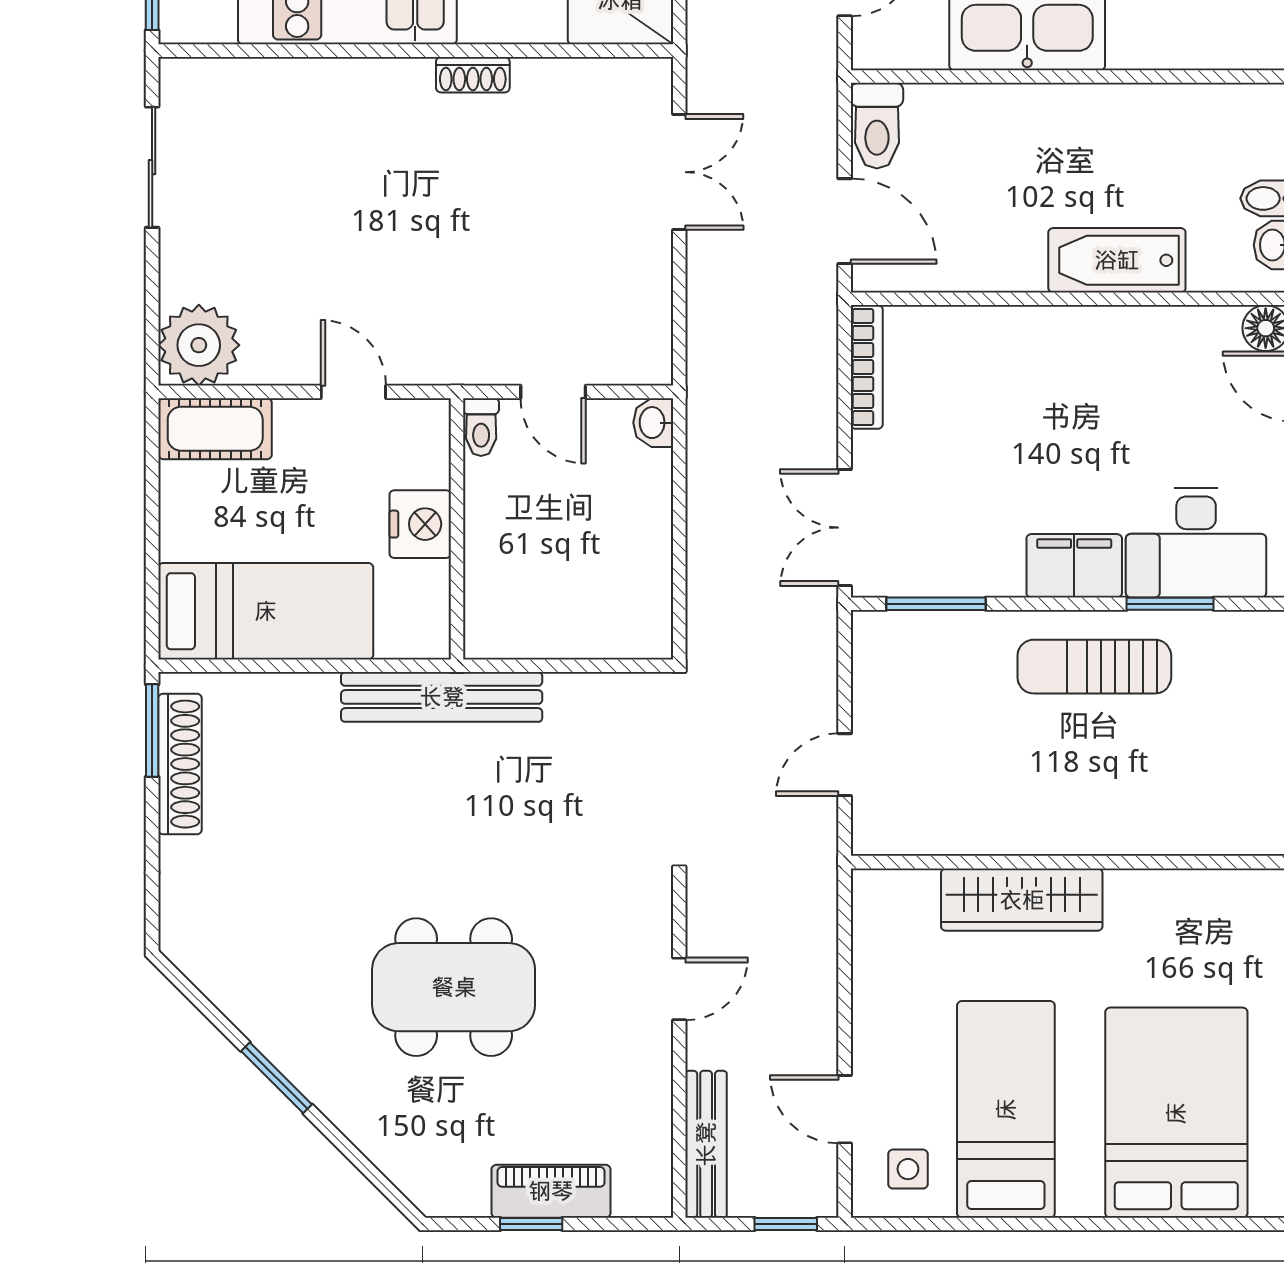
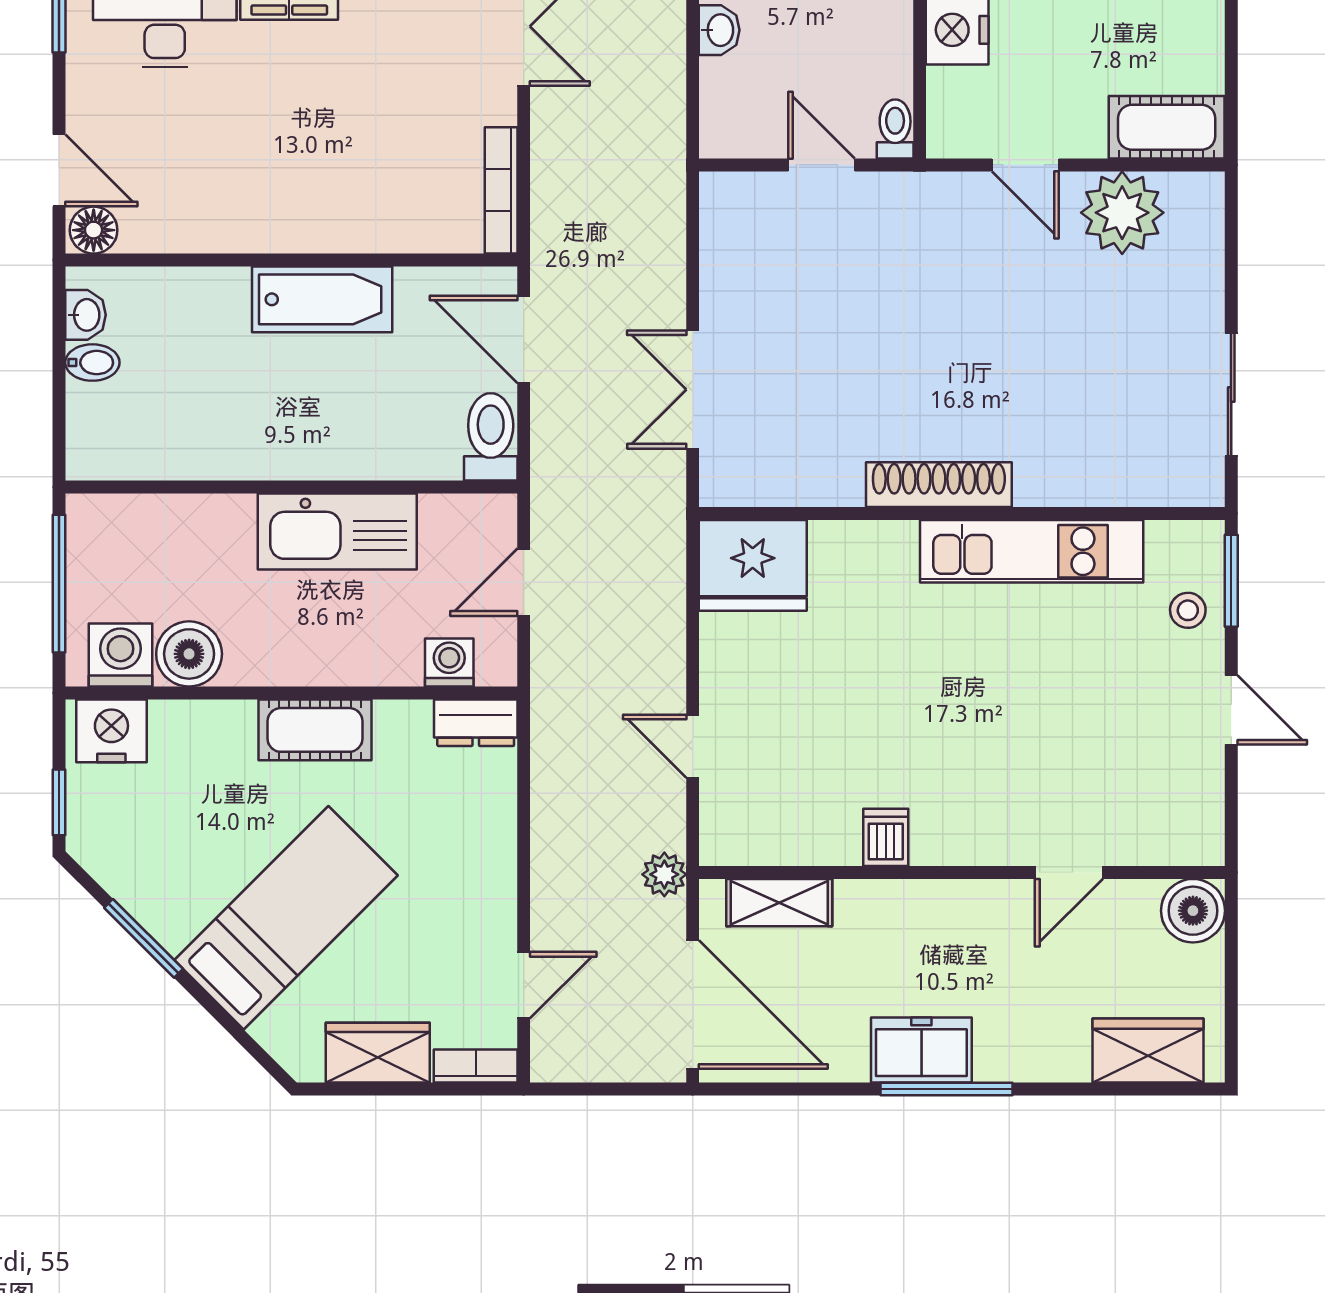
shoe rack: (473, 75) -> (939, 485), width x1.94, depth x1.24
bathtub: (1117, 260) -> (322, 299), moved
plant: (199, 345) -> (1122, 213), moved
washbasin: (653, 423) -> (719, 30), moved

